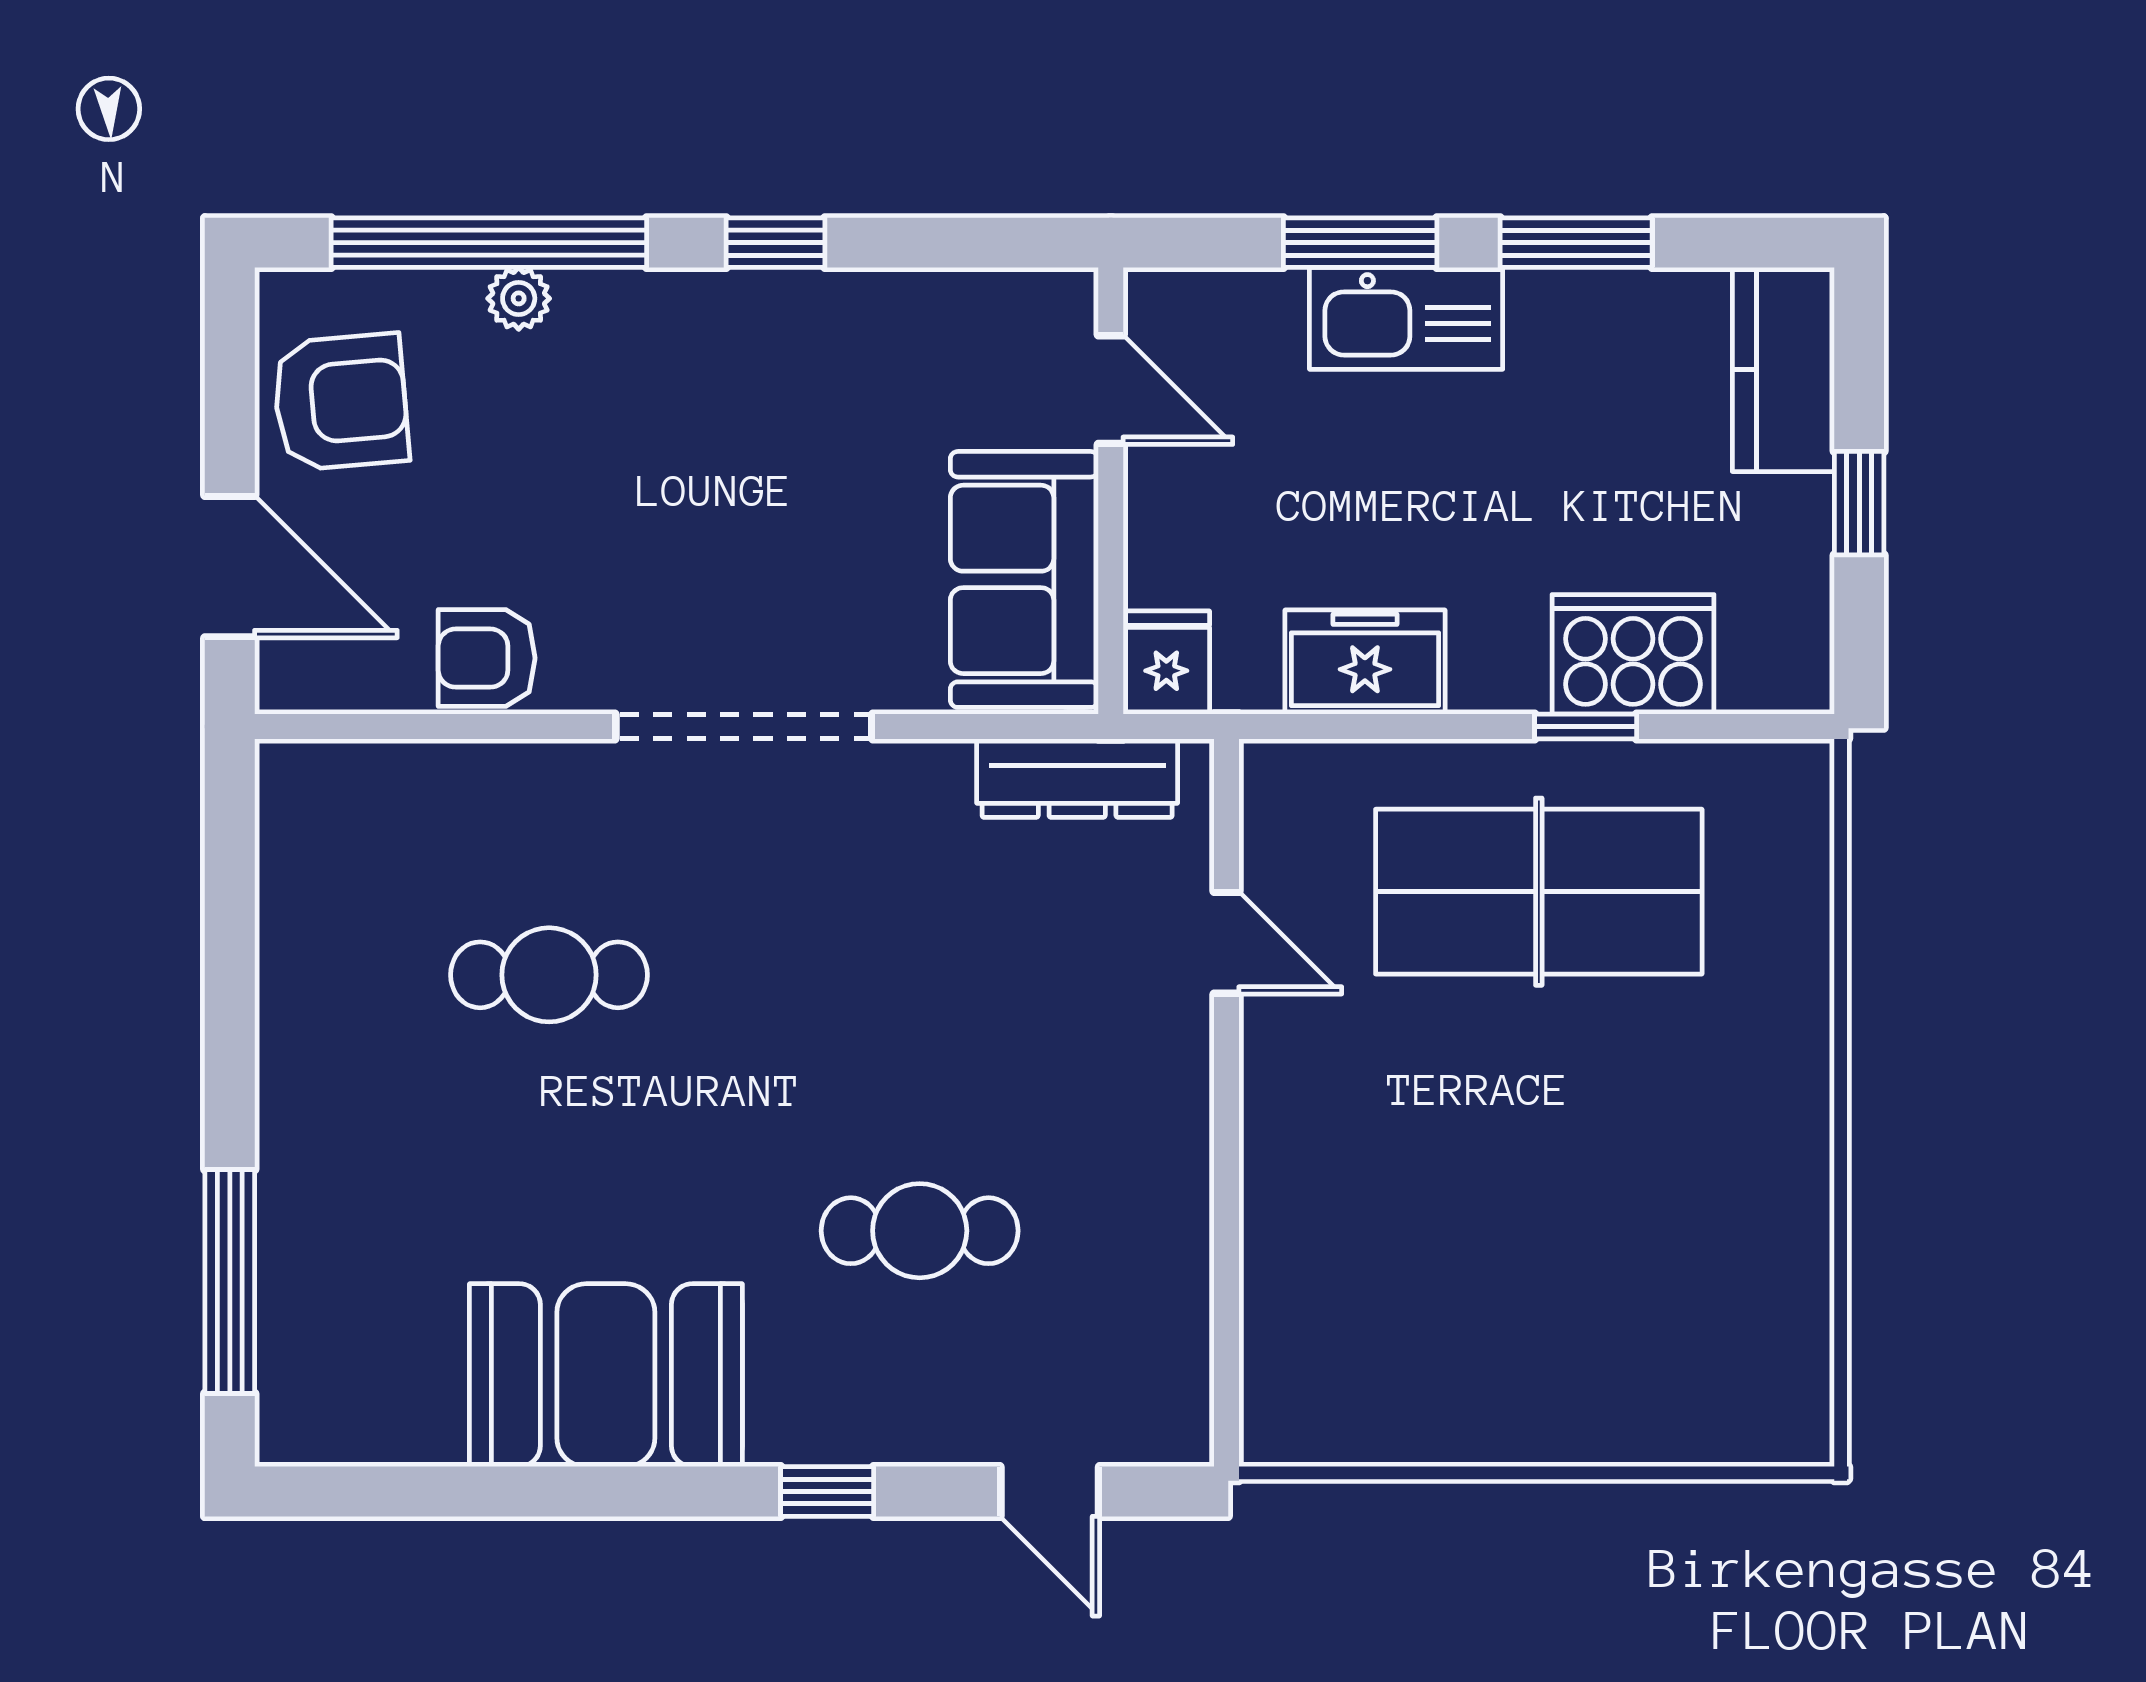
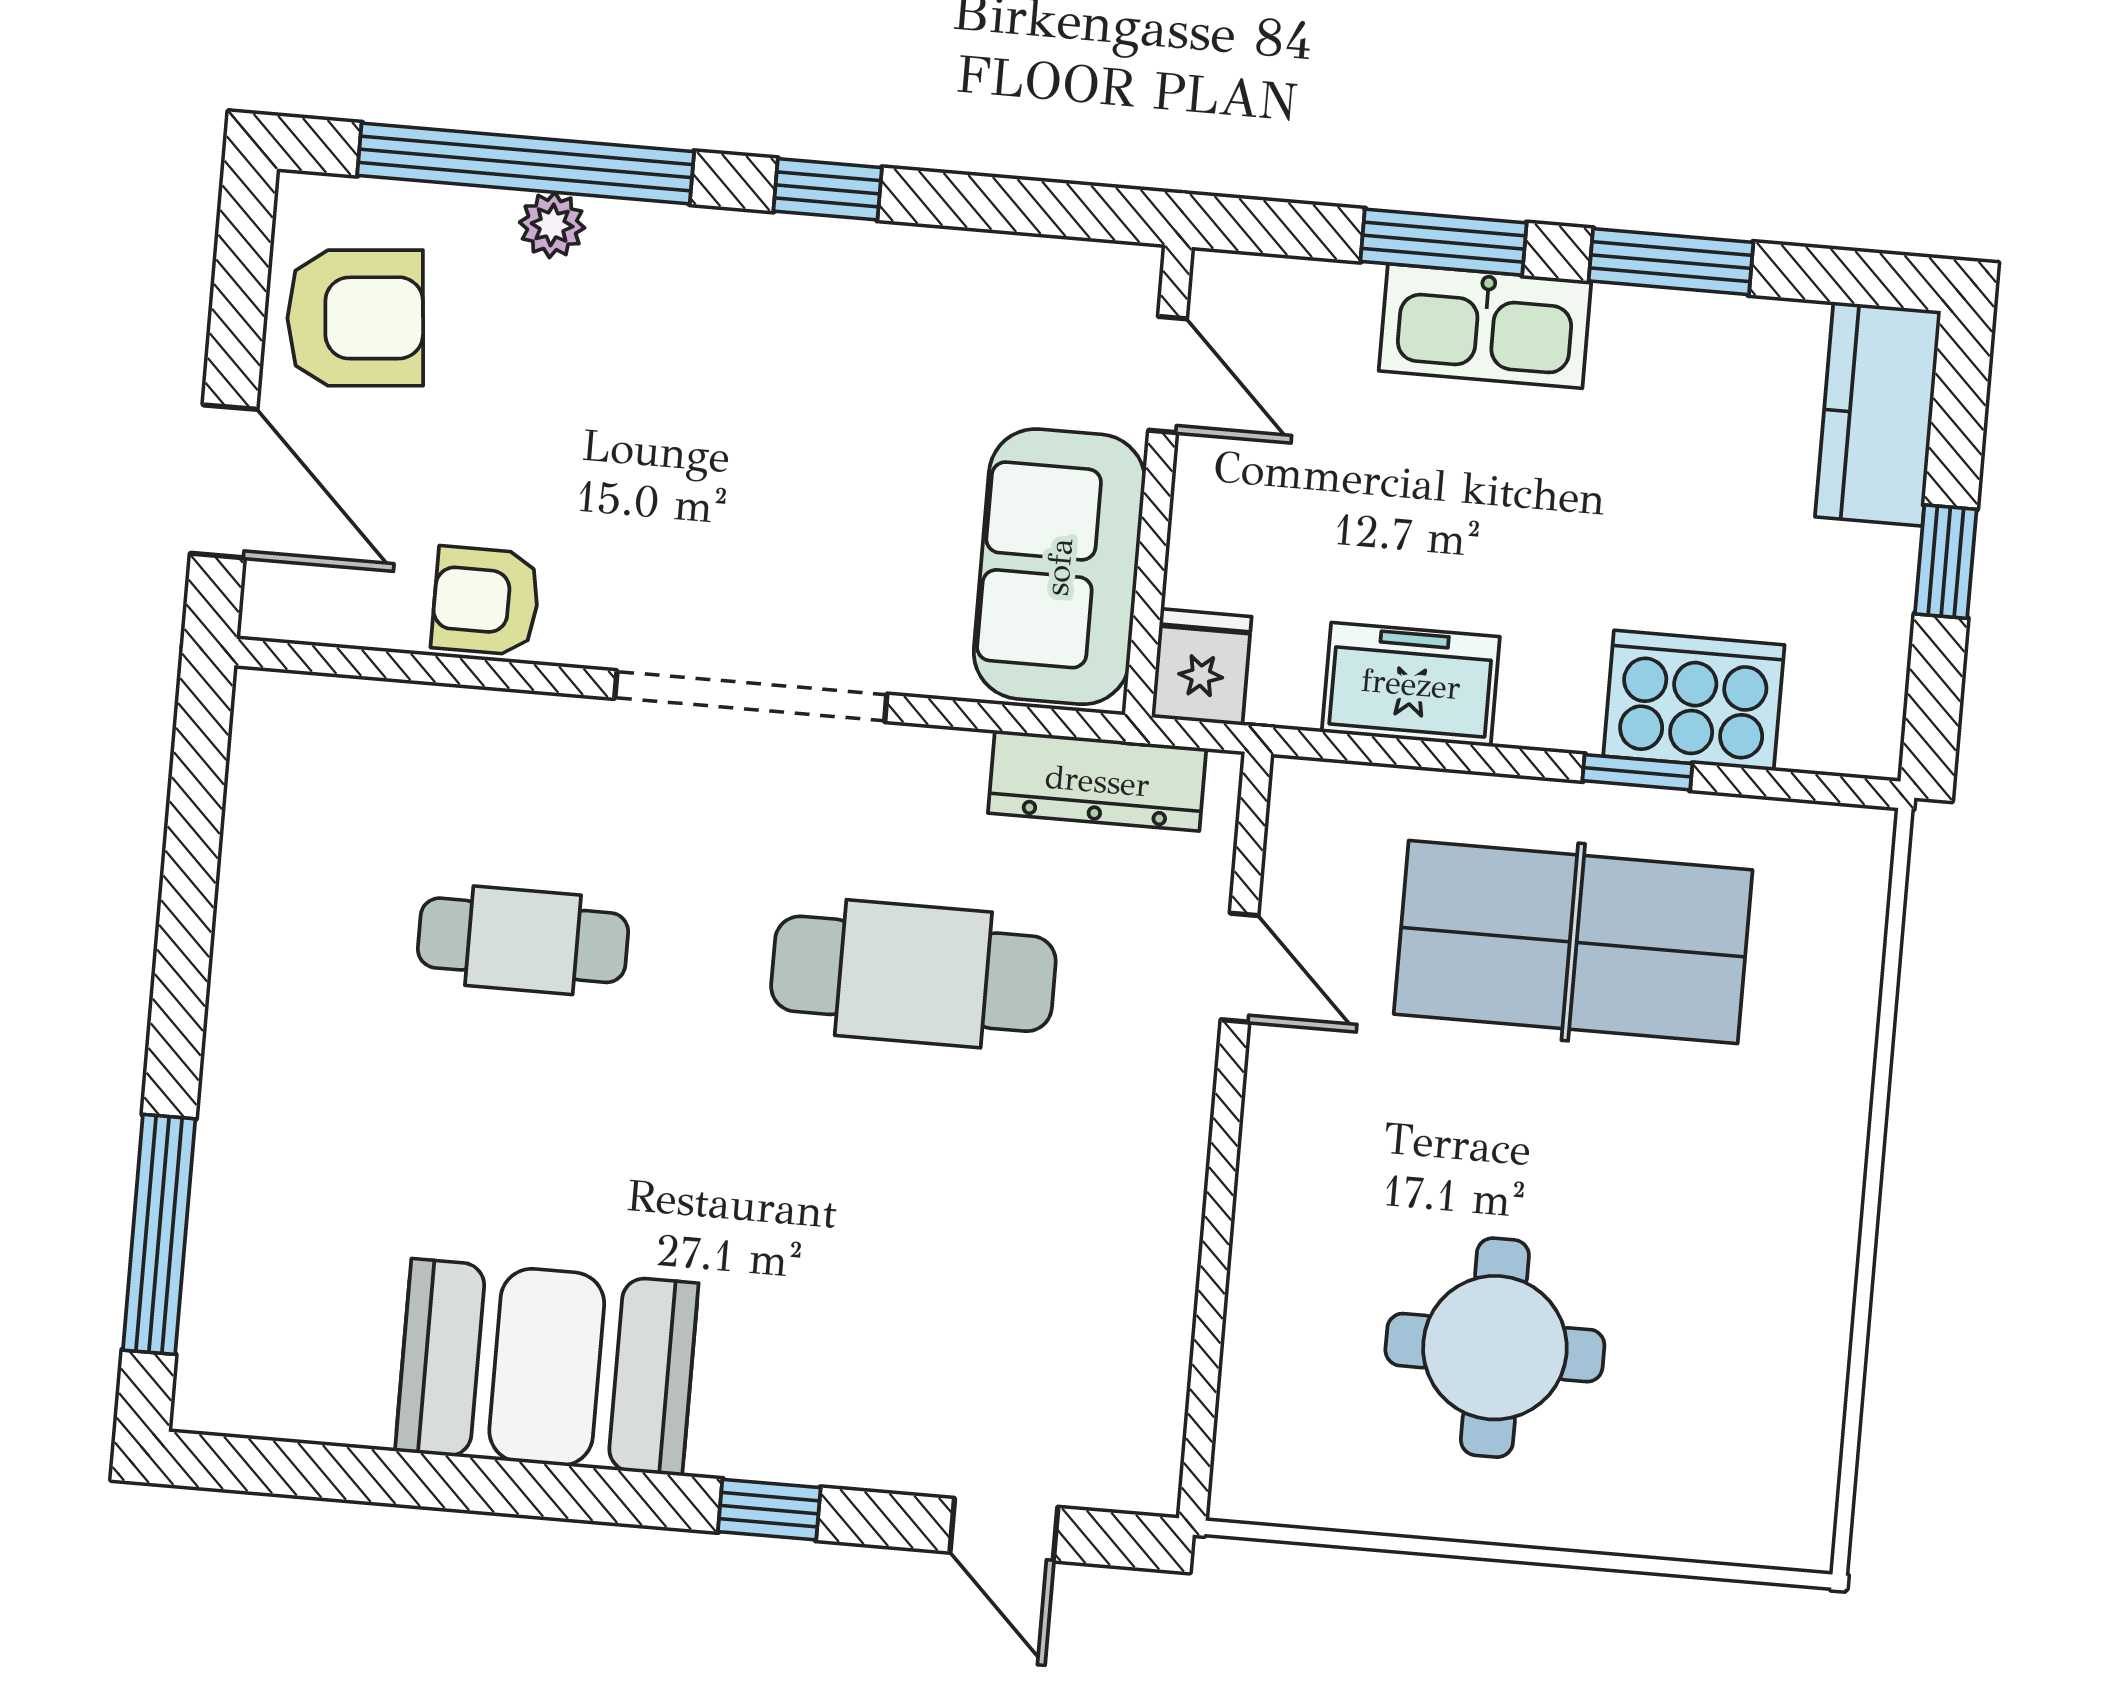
cafe table: (920, 1231) -> (913, 974), moved, width x1.37, depth x1.35
round table: (1498, 1280) -> (1495, 1348), added

